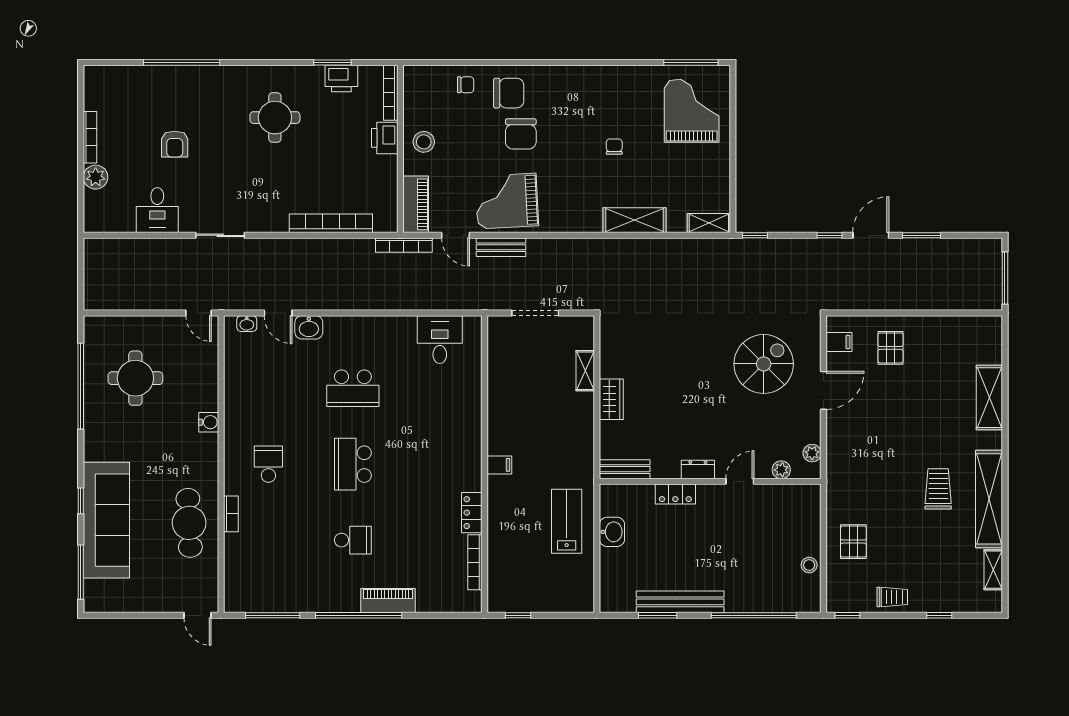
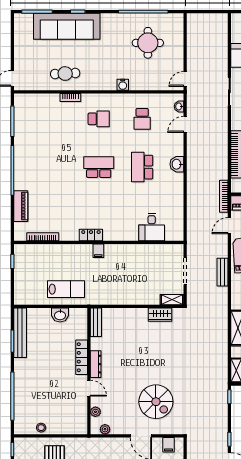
bench: (501, 247) -> (223, 272), moved
washbasin: (309, 327) -> (177, 164), moved
desk: (440, 340) -> (152, 227), moved, turned 90
shelving: (585, 371) -> (172, 300), moved
wardrobe: (611, 399) -> (160, 315), moved
dresser: (698, 469) -> (96, 364), width x1.44
locker: (675, 494) -> (82, 357), width x1.53
locker: (472, 513) -> (91, 235), moved
cafe table: (189, 523) -> (65, 74), width x0.73, depth x0.74
school desk: (353, 540) -> (142, 119), moved
piano: (388, 601) -> (21, 206), moved
bench: (680, 602) -> (20, 333), moved

